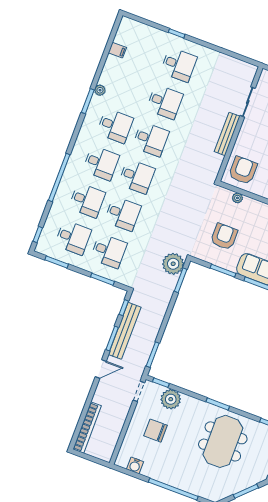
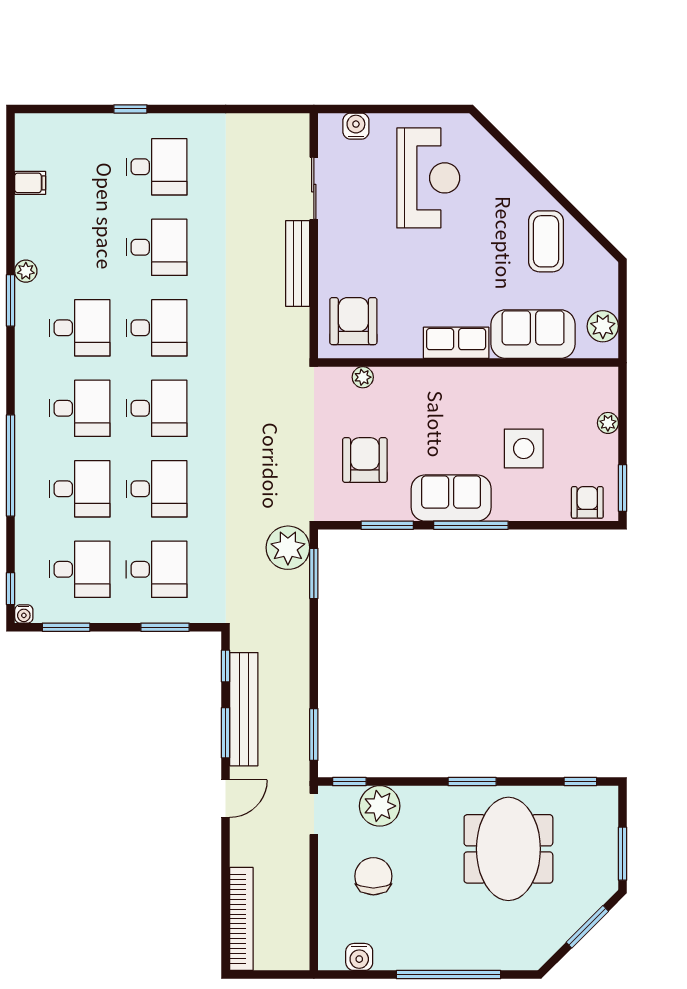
water cooler: (39, 248) -> (24, 614), added
chair: (156, 431) -> (373, 876), turned 90

